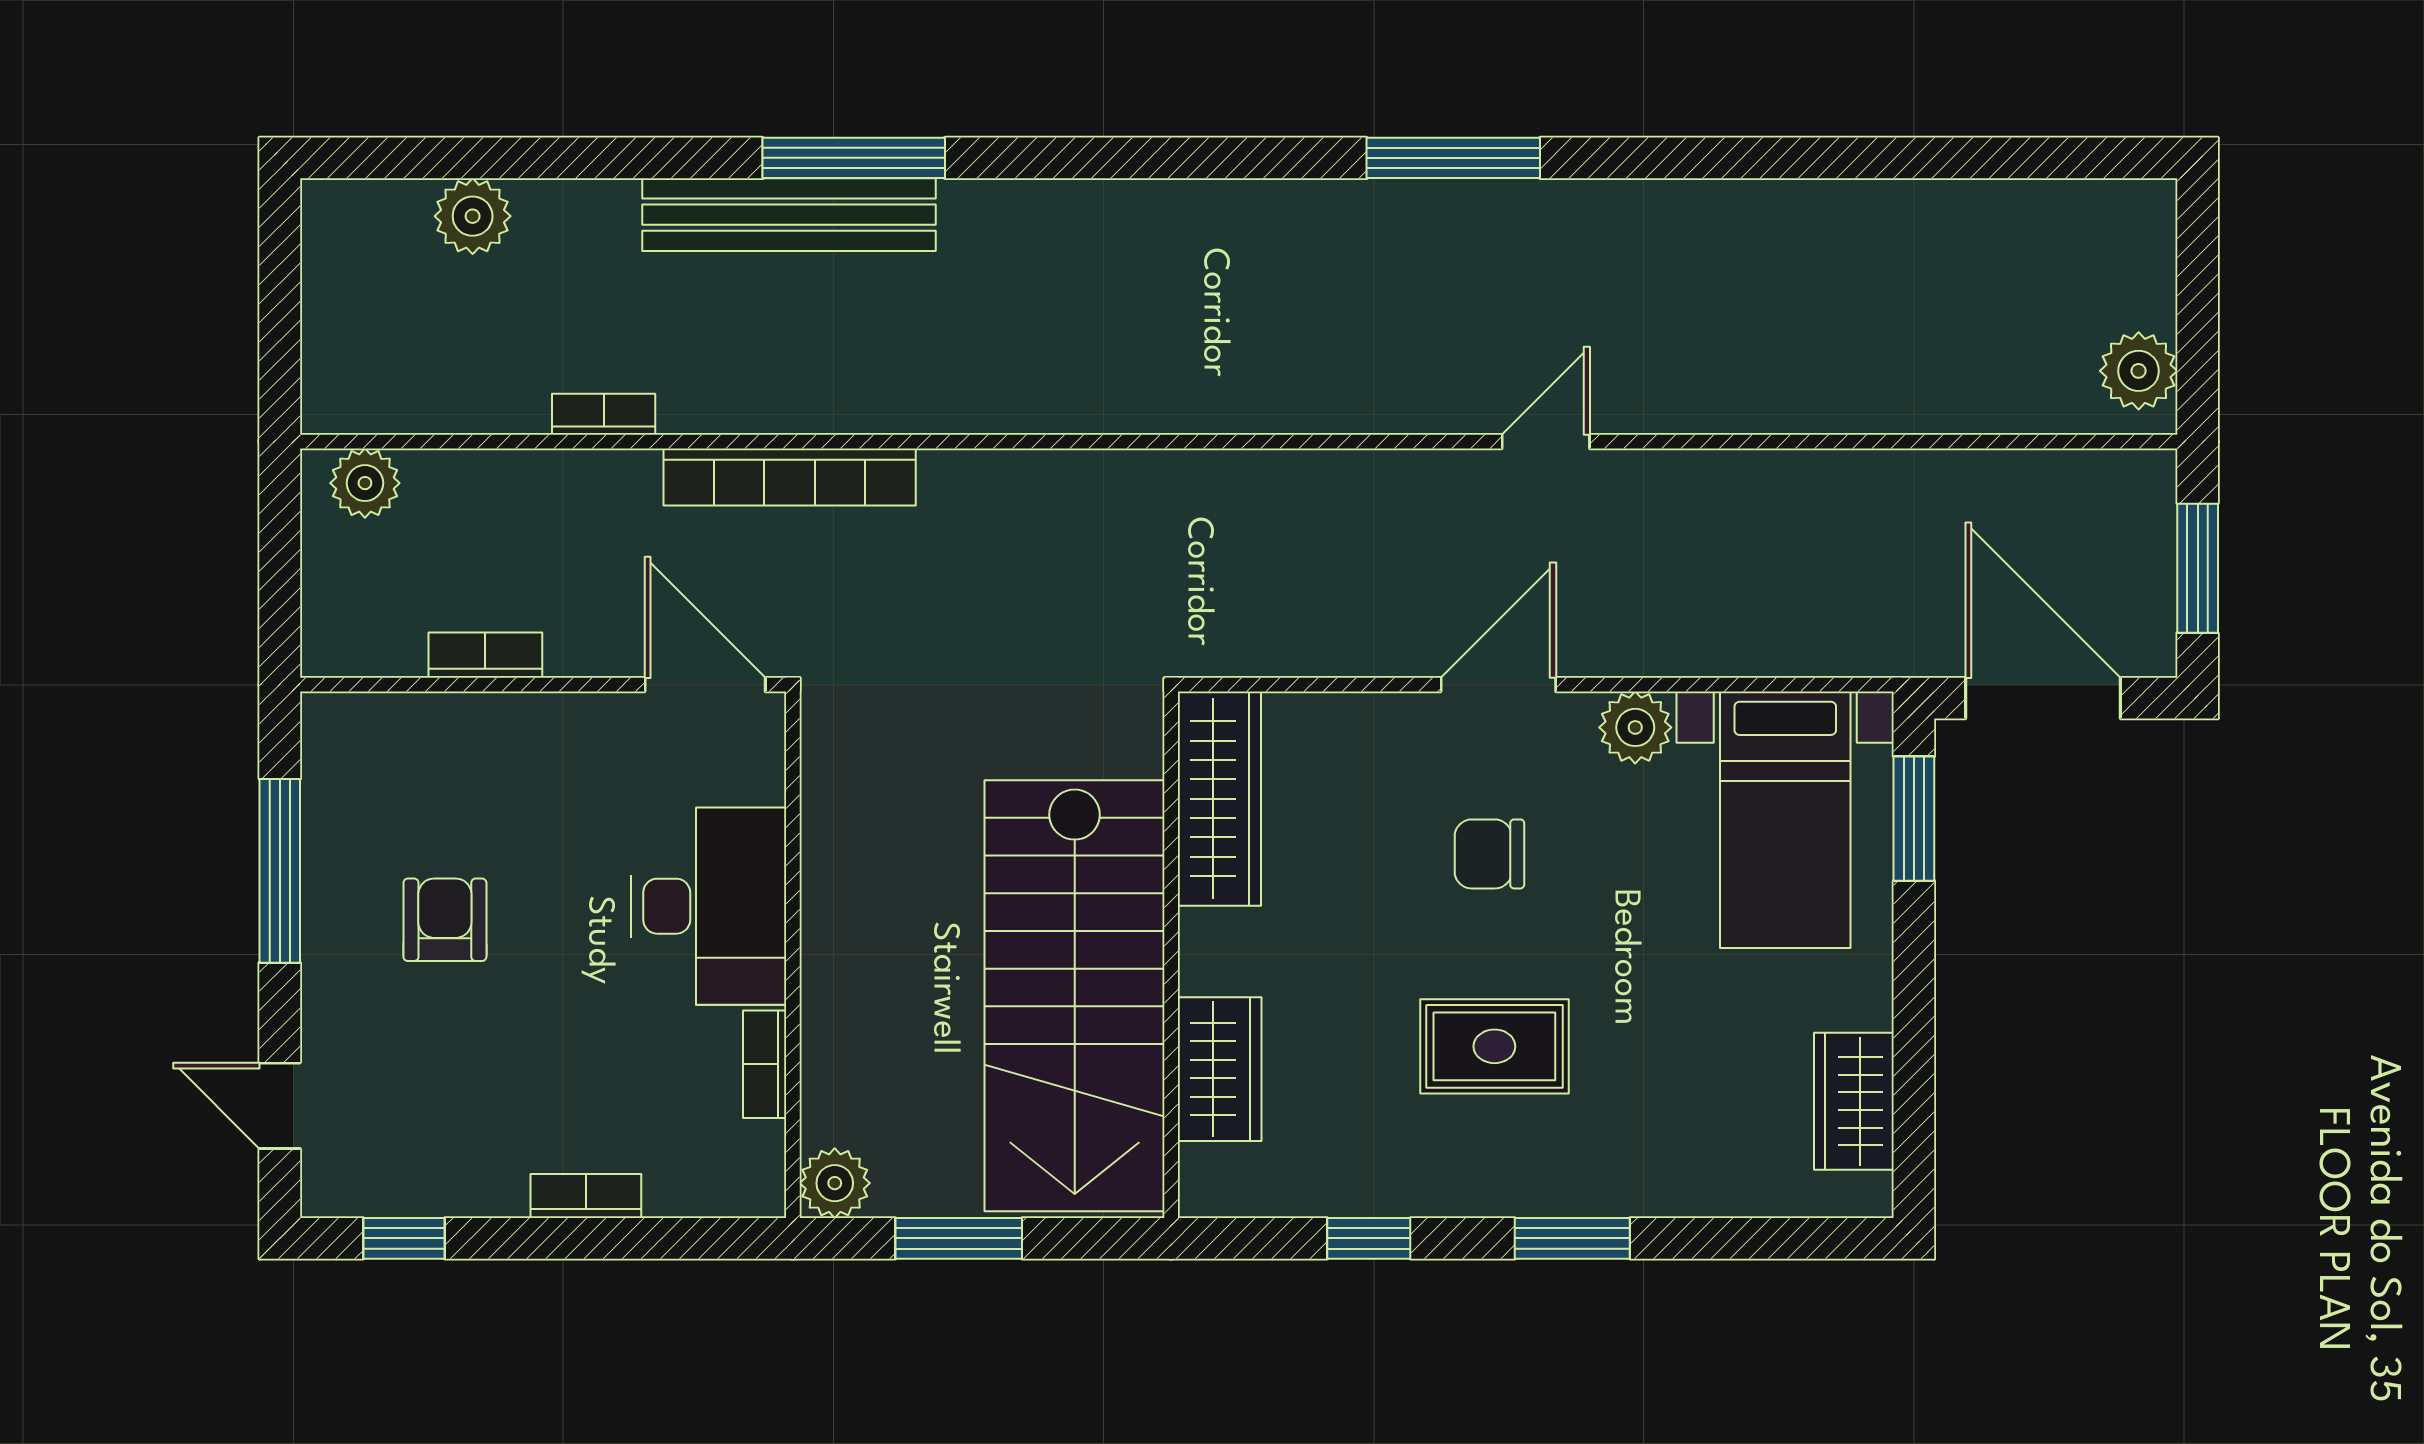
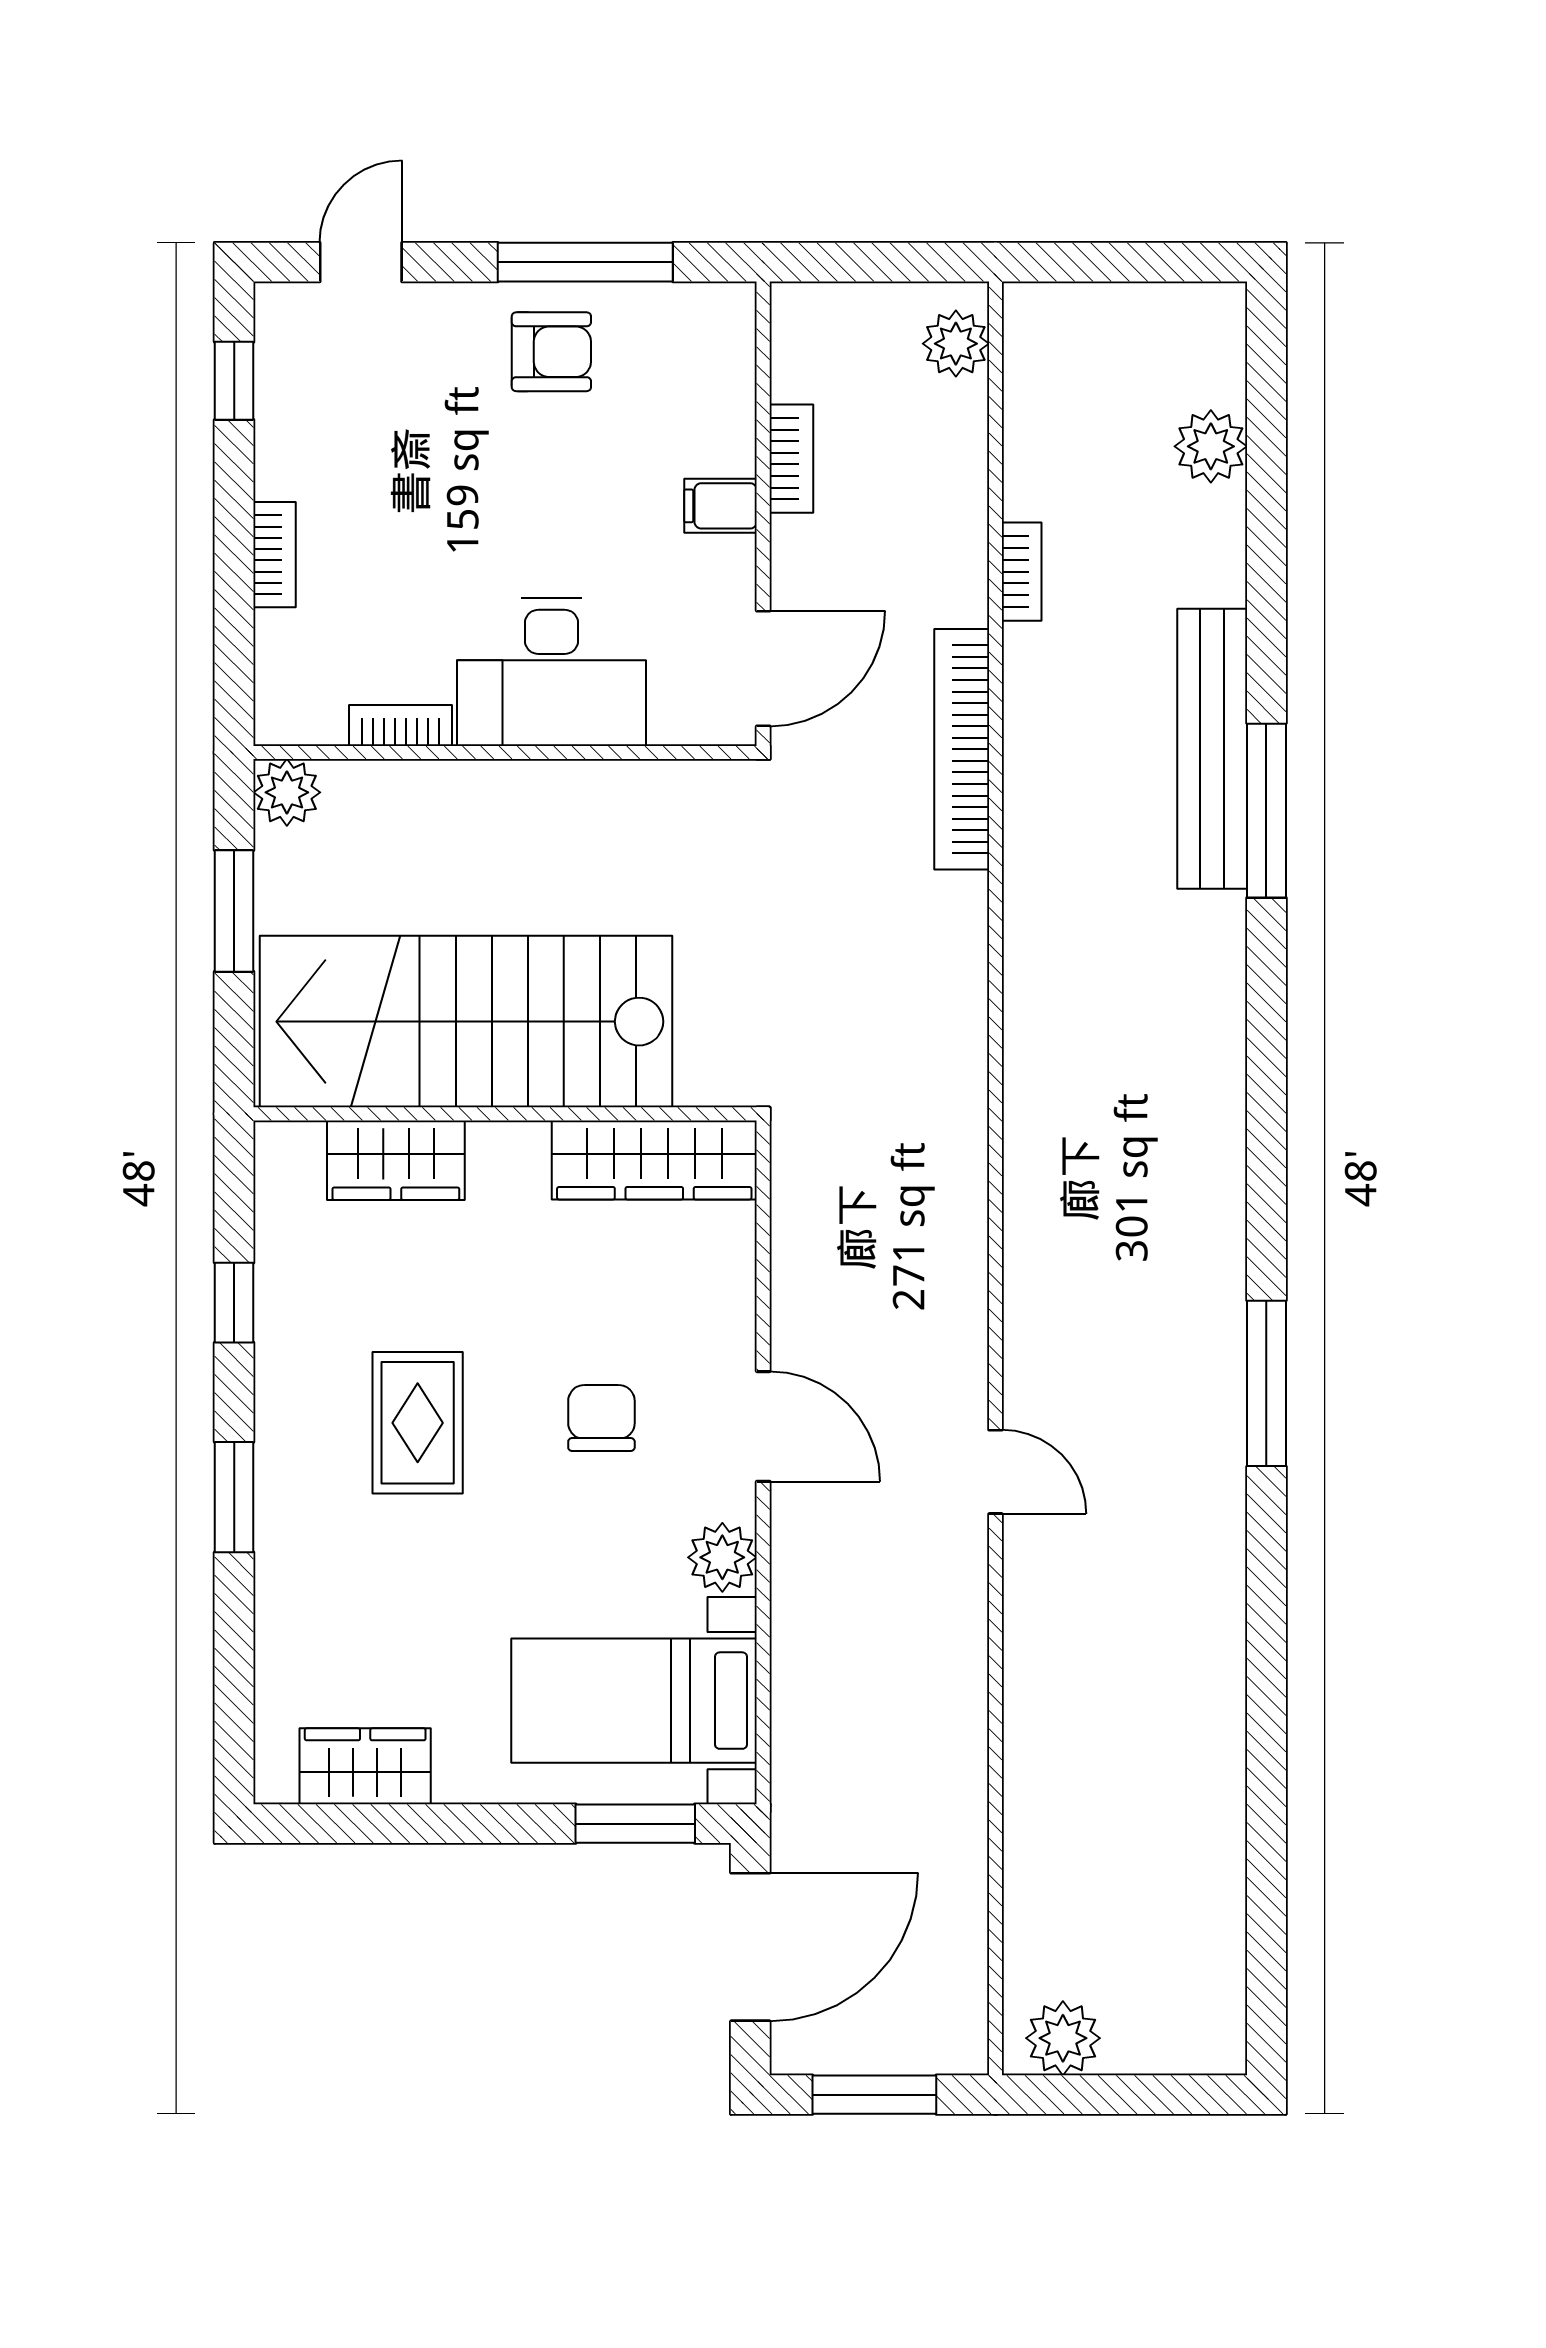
filing cabinet: (535, 729) -> (721, 506), added
armchair: (445, 920) -> (551, 352), moved

